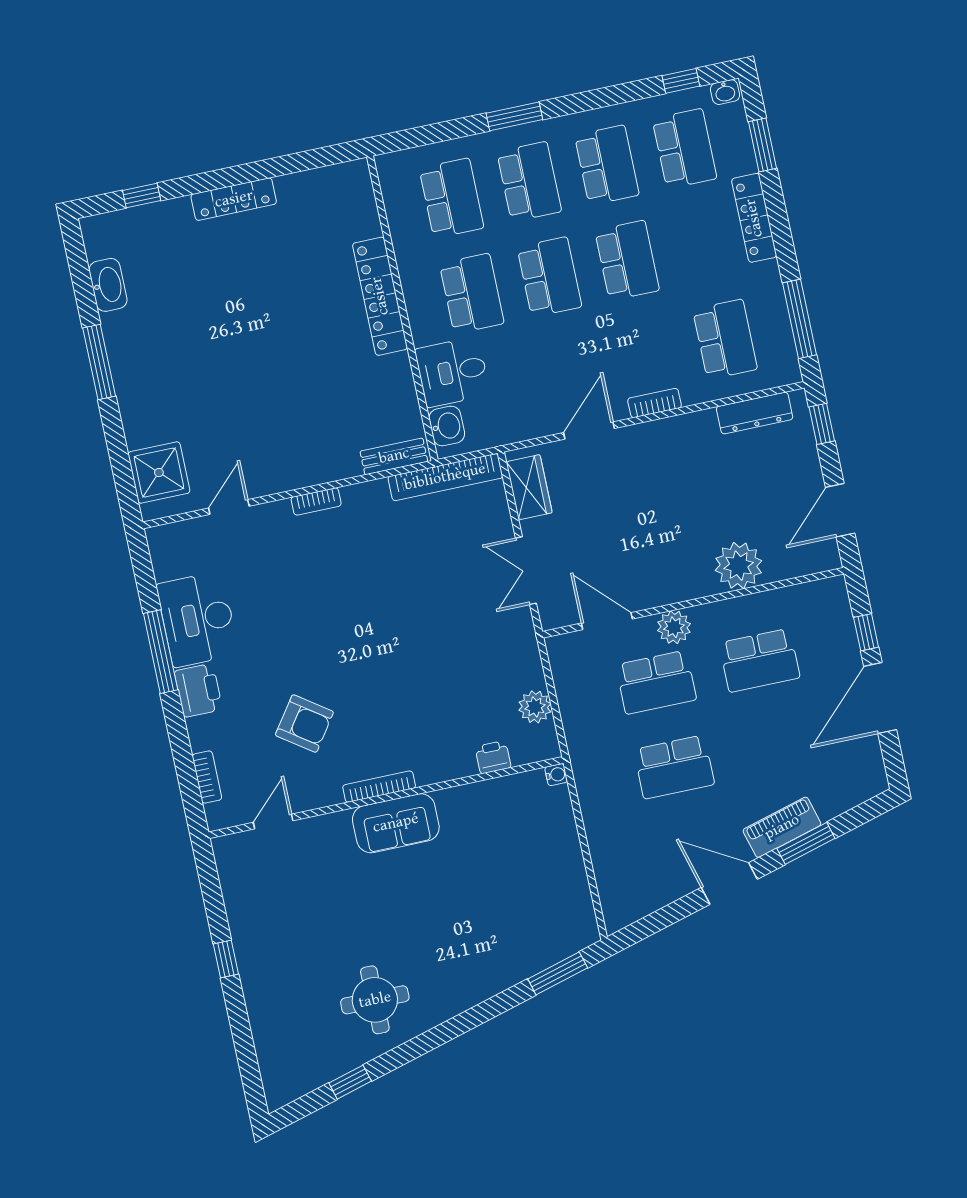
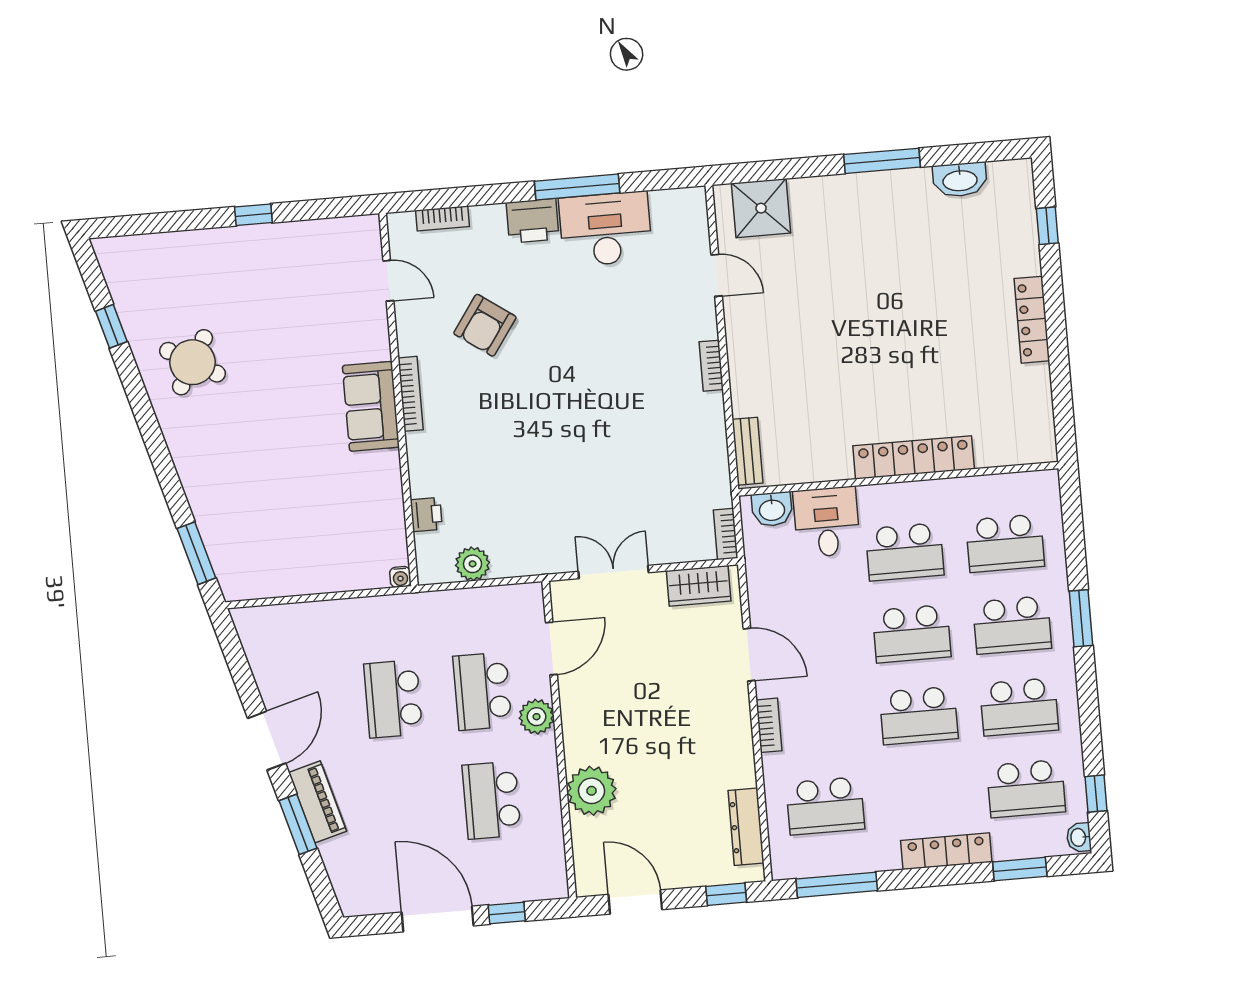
bookcase: (445, 477) -> (726, 534), width x0.43, depth x0.76
round table: (375, 1000) -> (192, 362), turned 30

